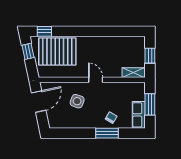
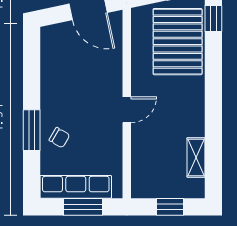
shelving: (133, 73) -> (196, 157), moved
side table: (77, 101) -> (89, 77), removed
row of seats: (139, 115) -> (76, 187), width x1.48

